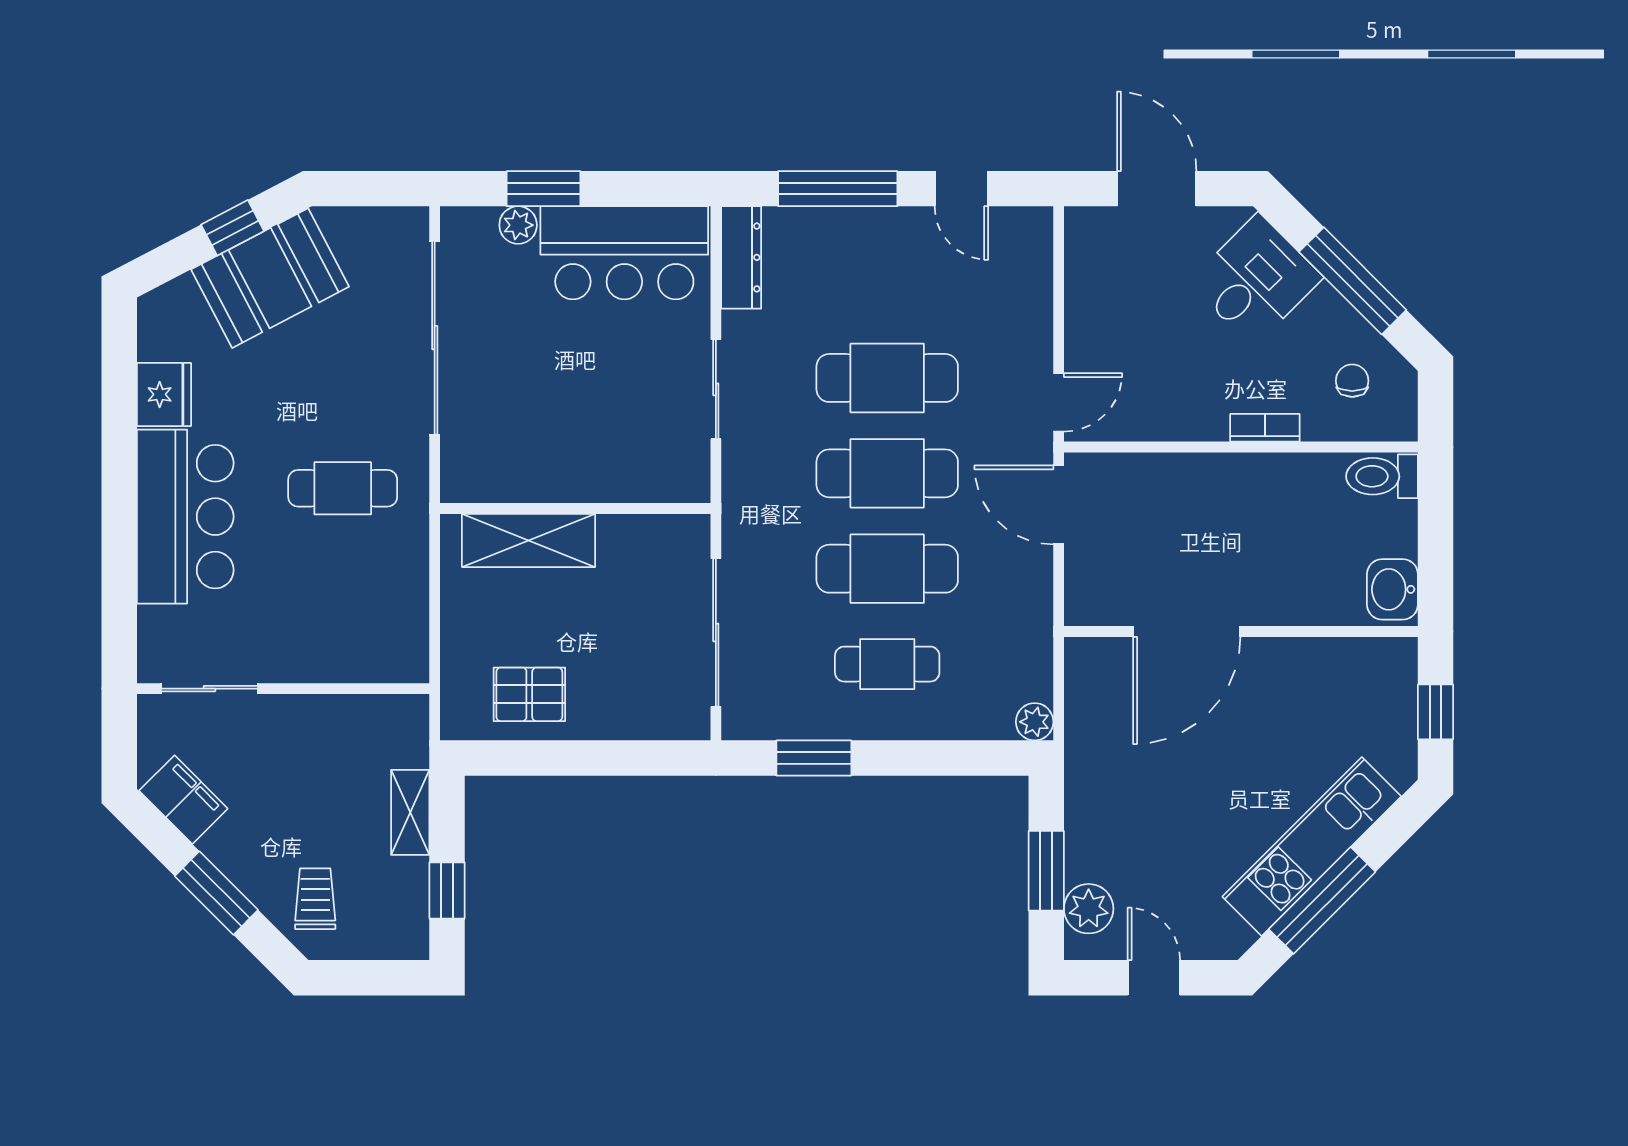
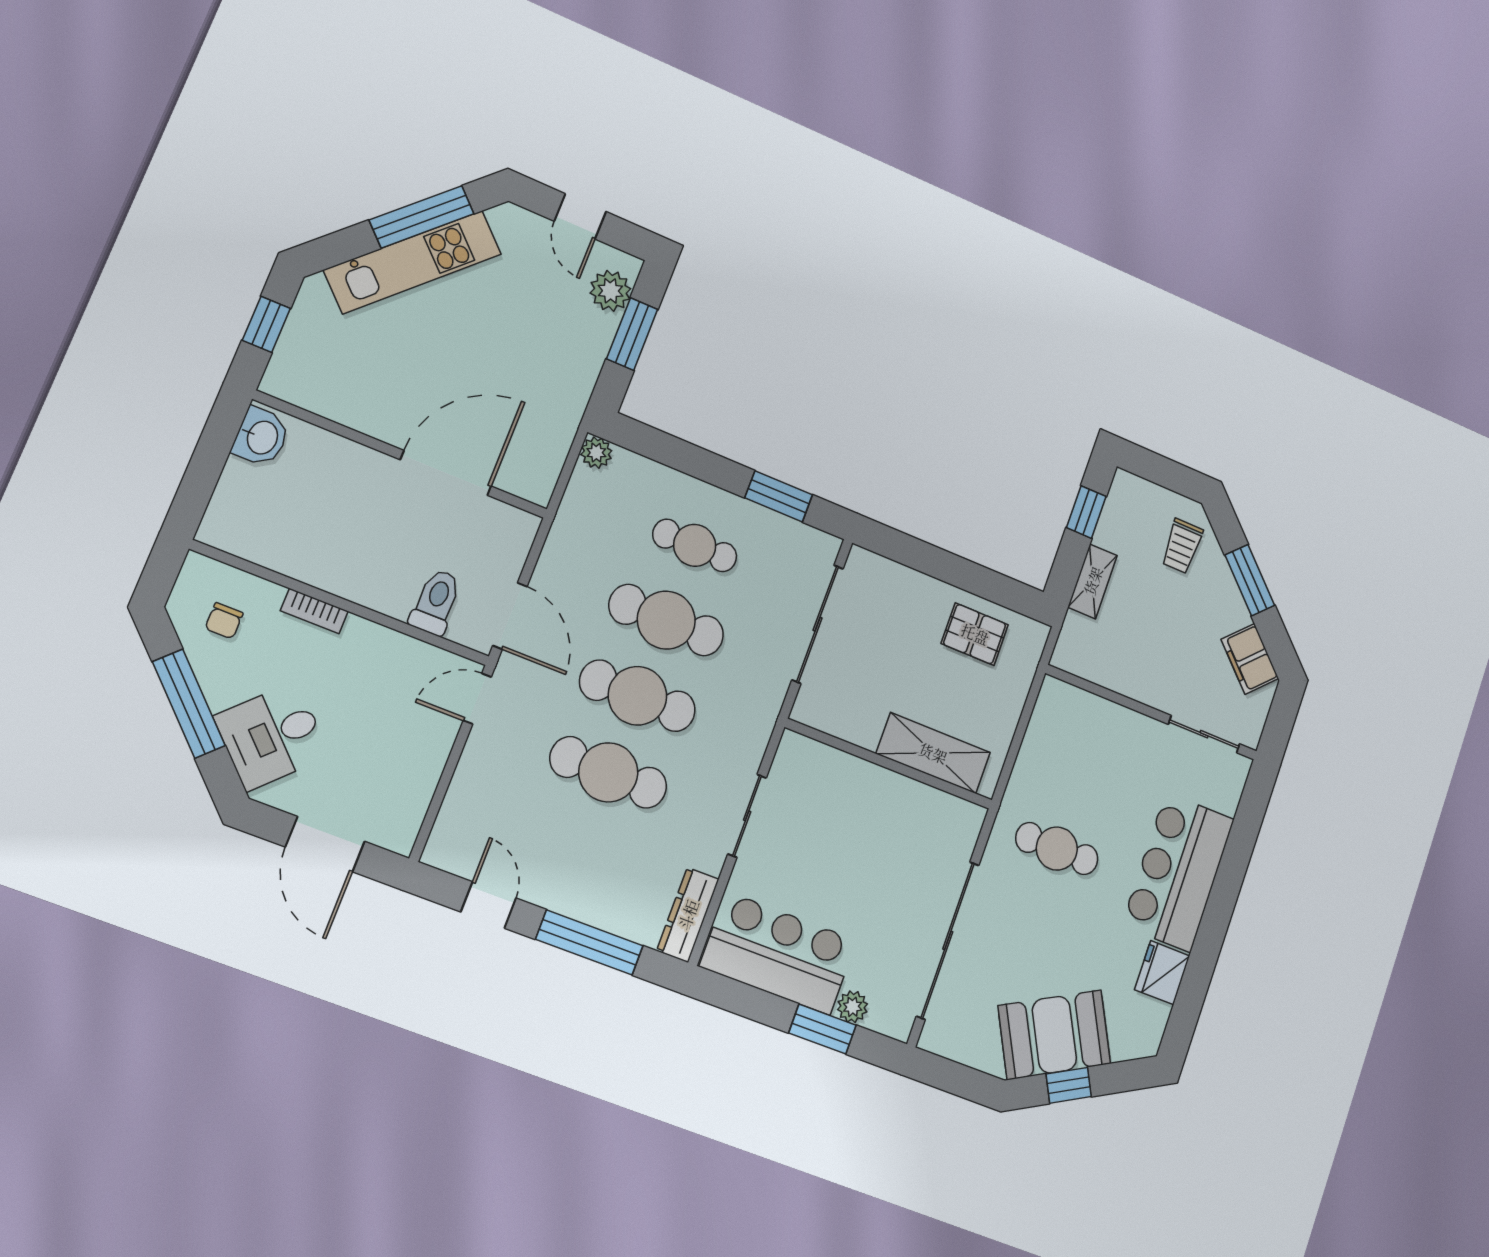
toilet: (1382, 476) -> (436, 602), moved, turned -90

